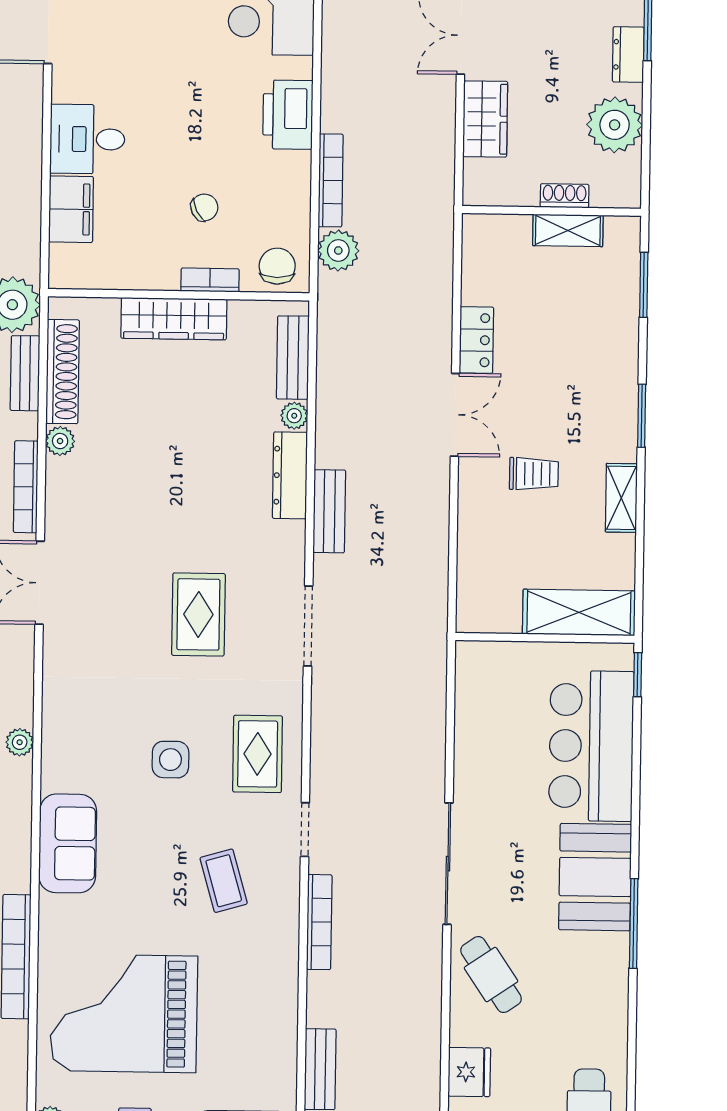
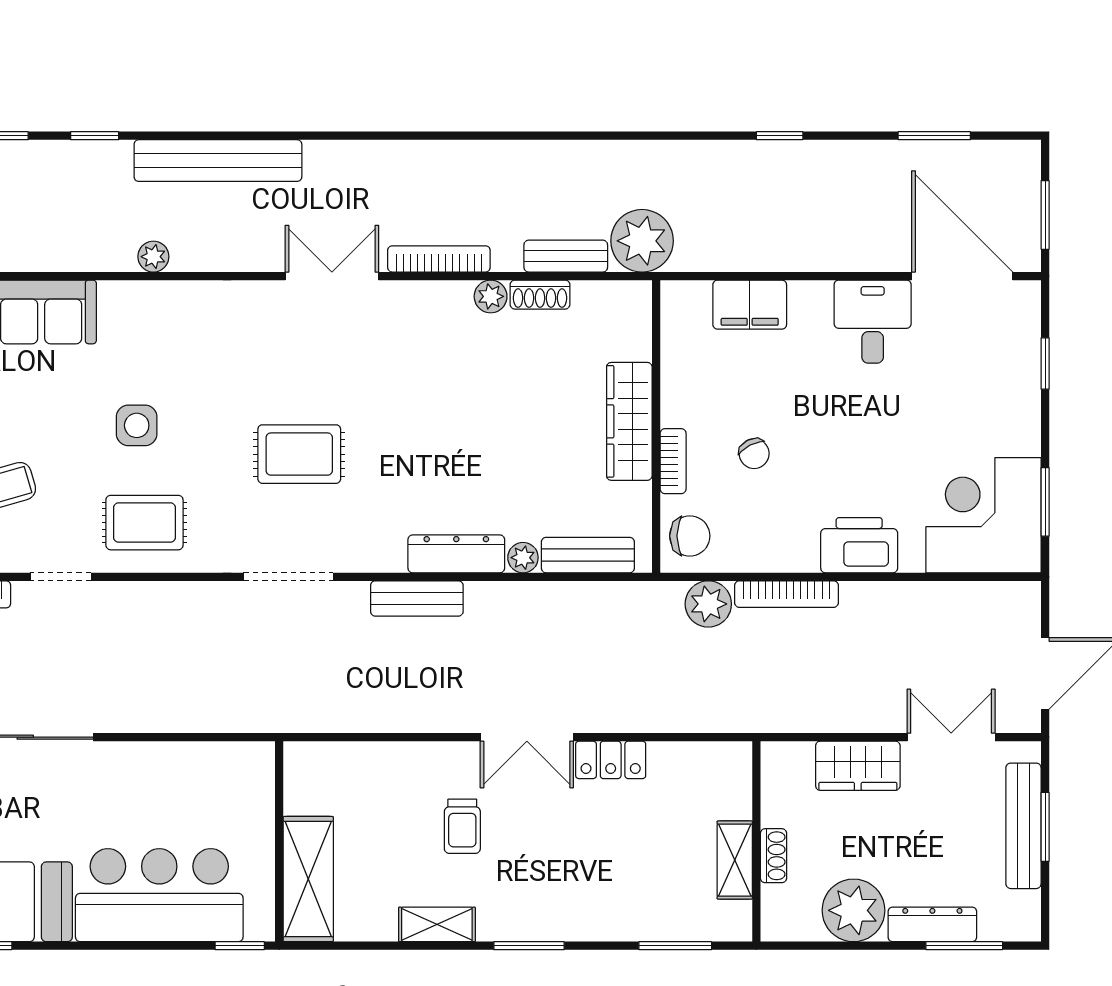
dresser: (628, 54) -> (932, 924), width x1.44
desk: (87, 139) -> (873, 322), moved
shoe rack: (63, 372) -> (540, 295), width x0.51, depth x0.81

